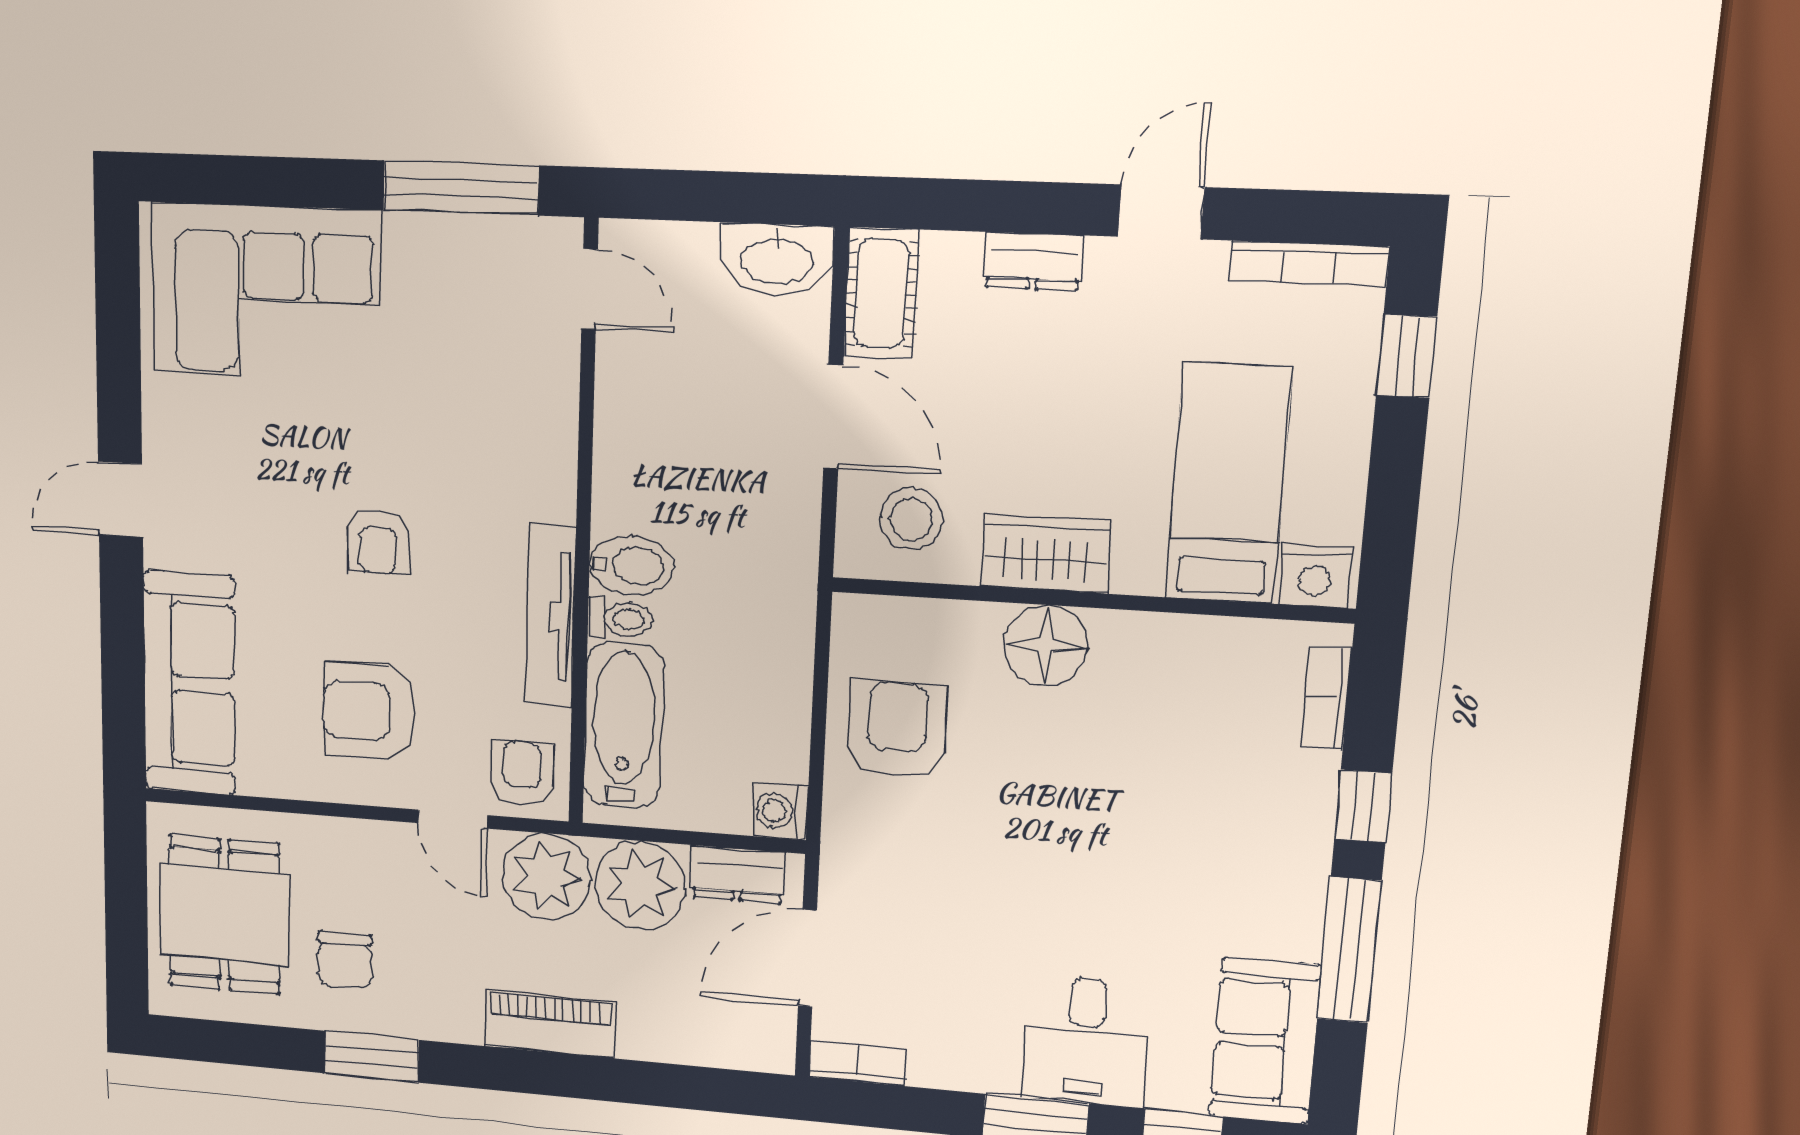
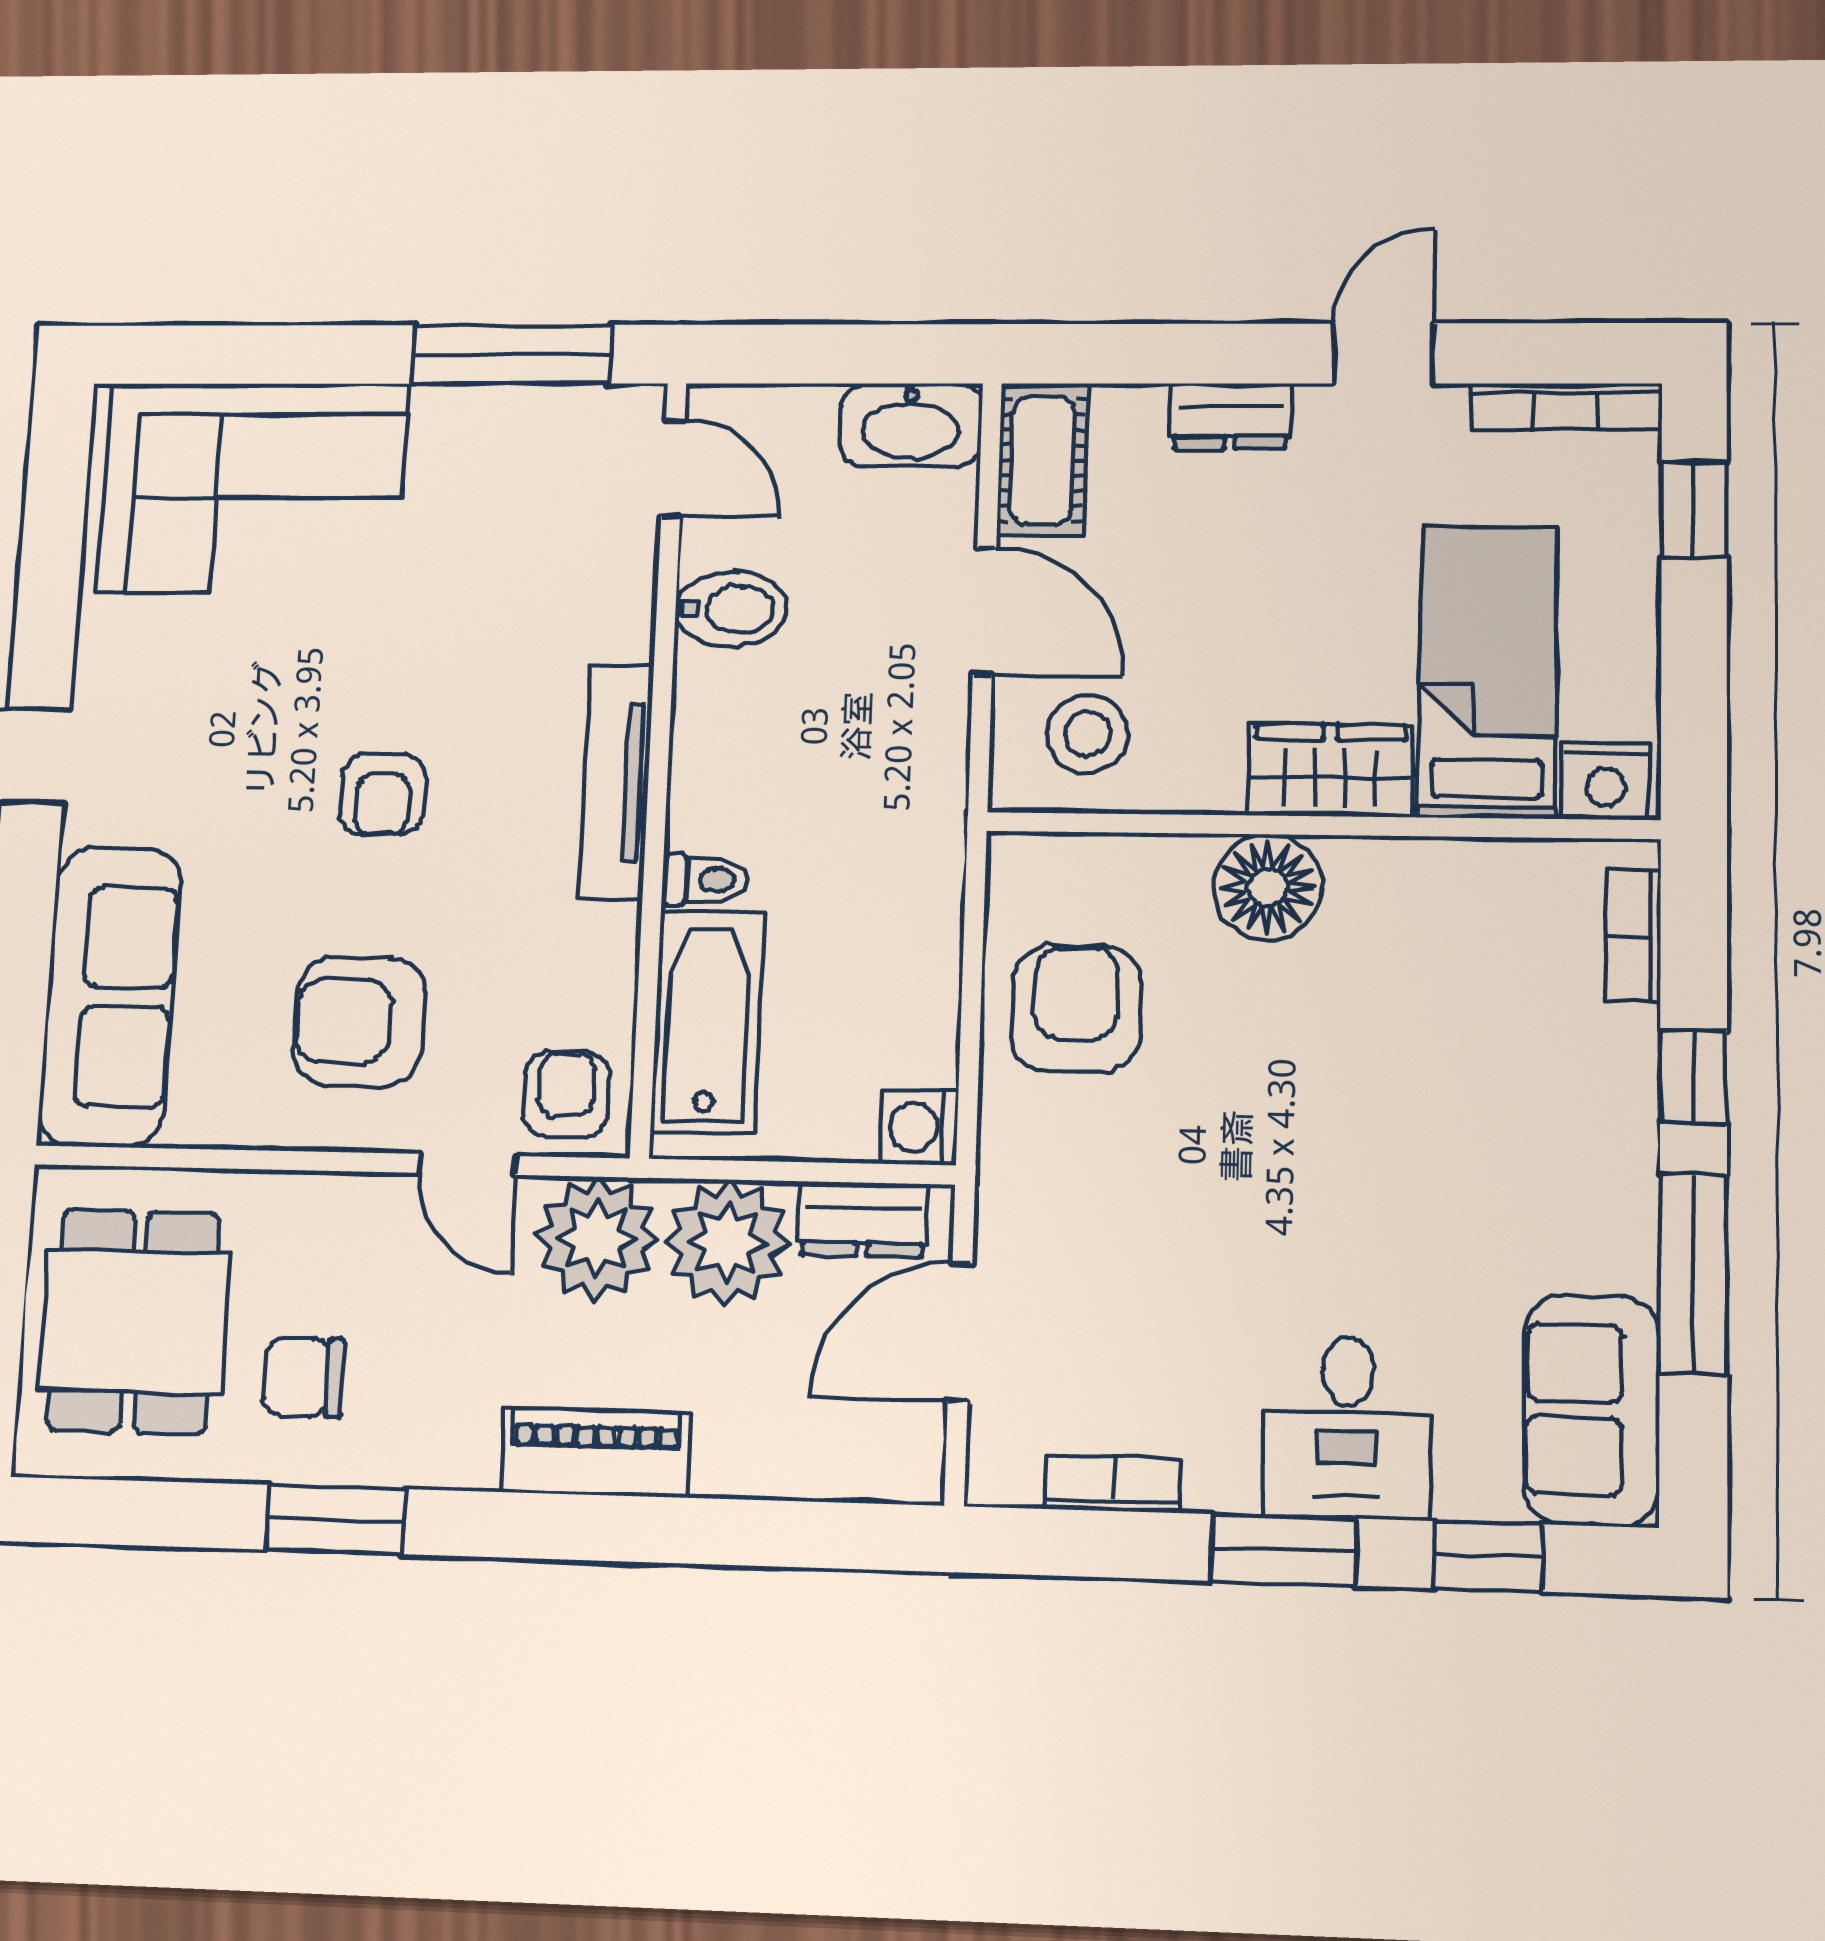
wardrobe: (1046, 554) -> (1330, 770), moved
bidet: (631, 566) -> (731, 609), moved
tv unit: (550, 616) -> (616, 782), moved
chair: (345, 960) -> (304, 1377), turned 90
bookcase: (857, 1063) -> (1113, 1484), moved

